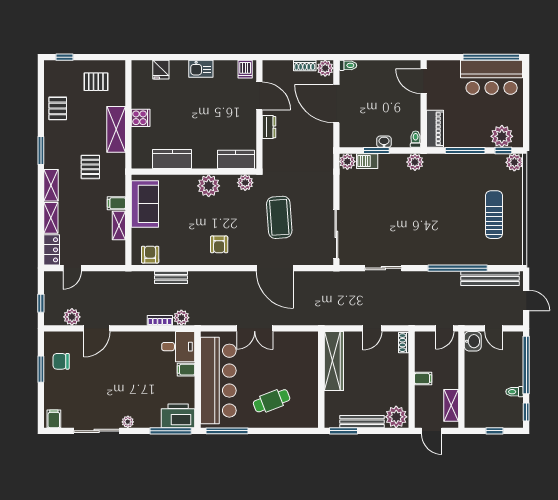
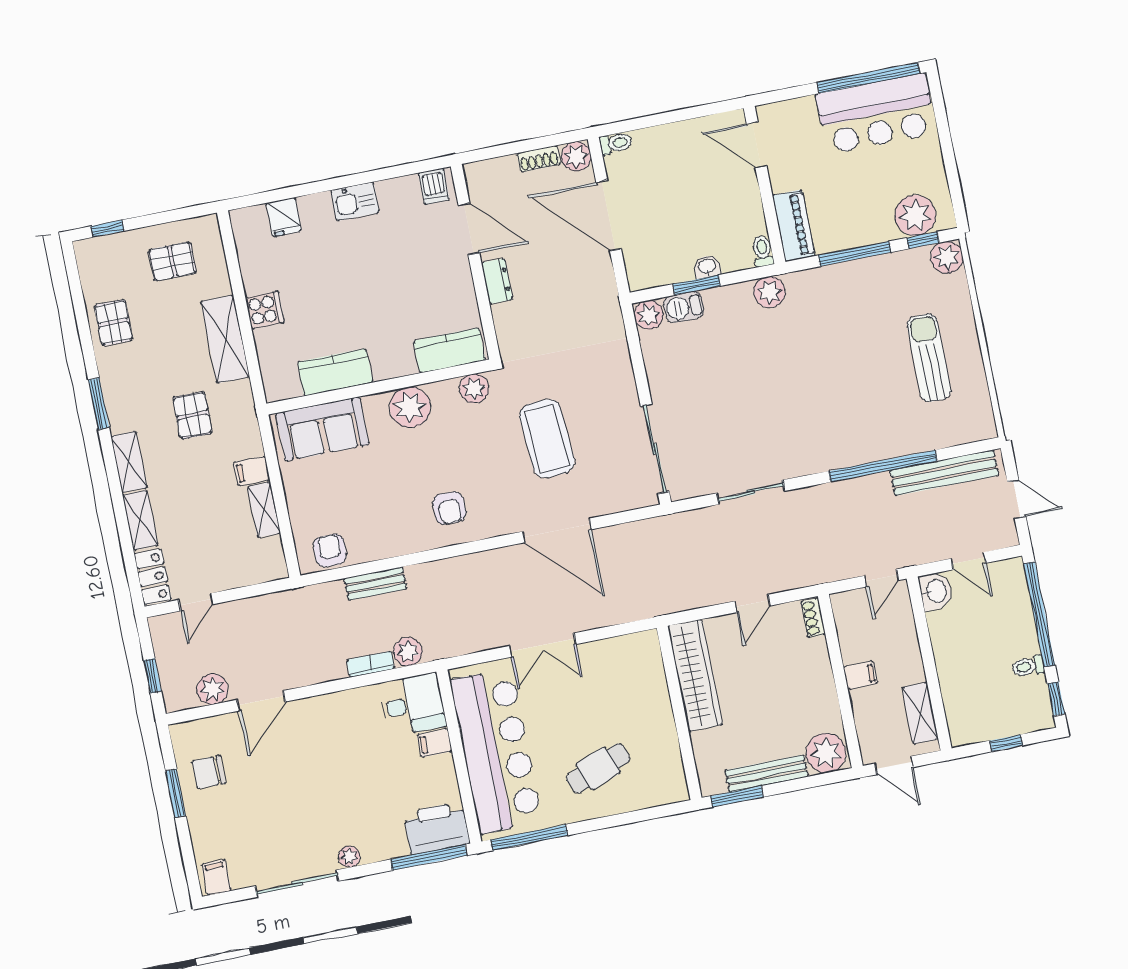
sofa: (145, 204) -> (322, 429), moved, turned 90

